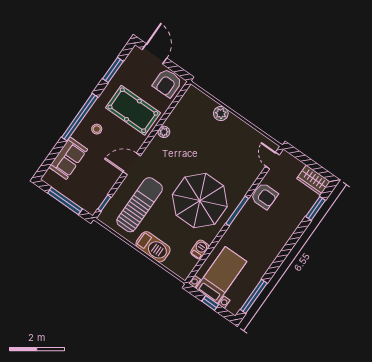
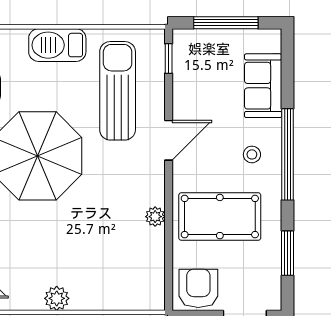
plant: (221, 113) -> (57, 298), moved
sun lounger: (140, 205) -> (118, 91), turned 180

